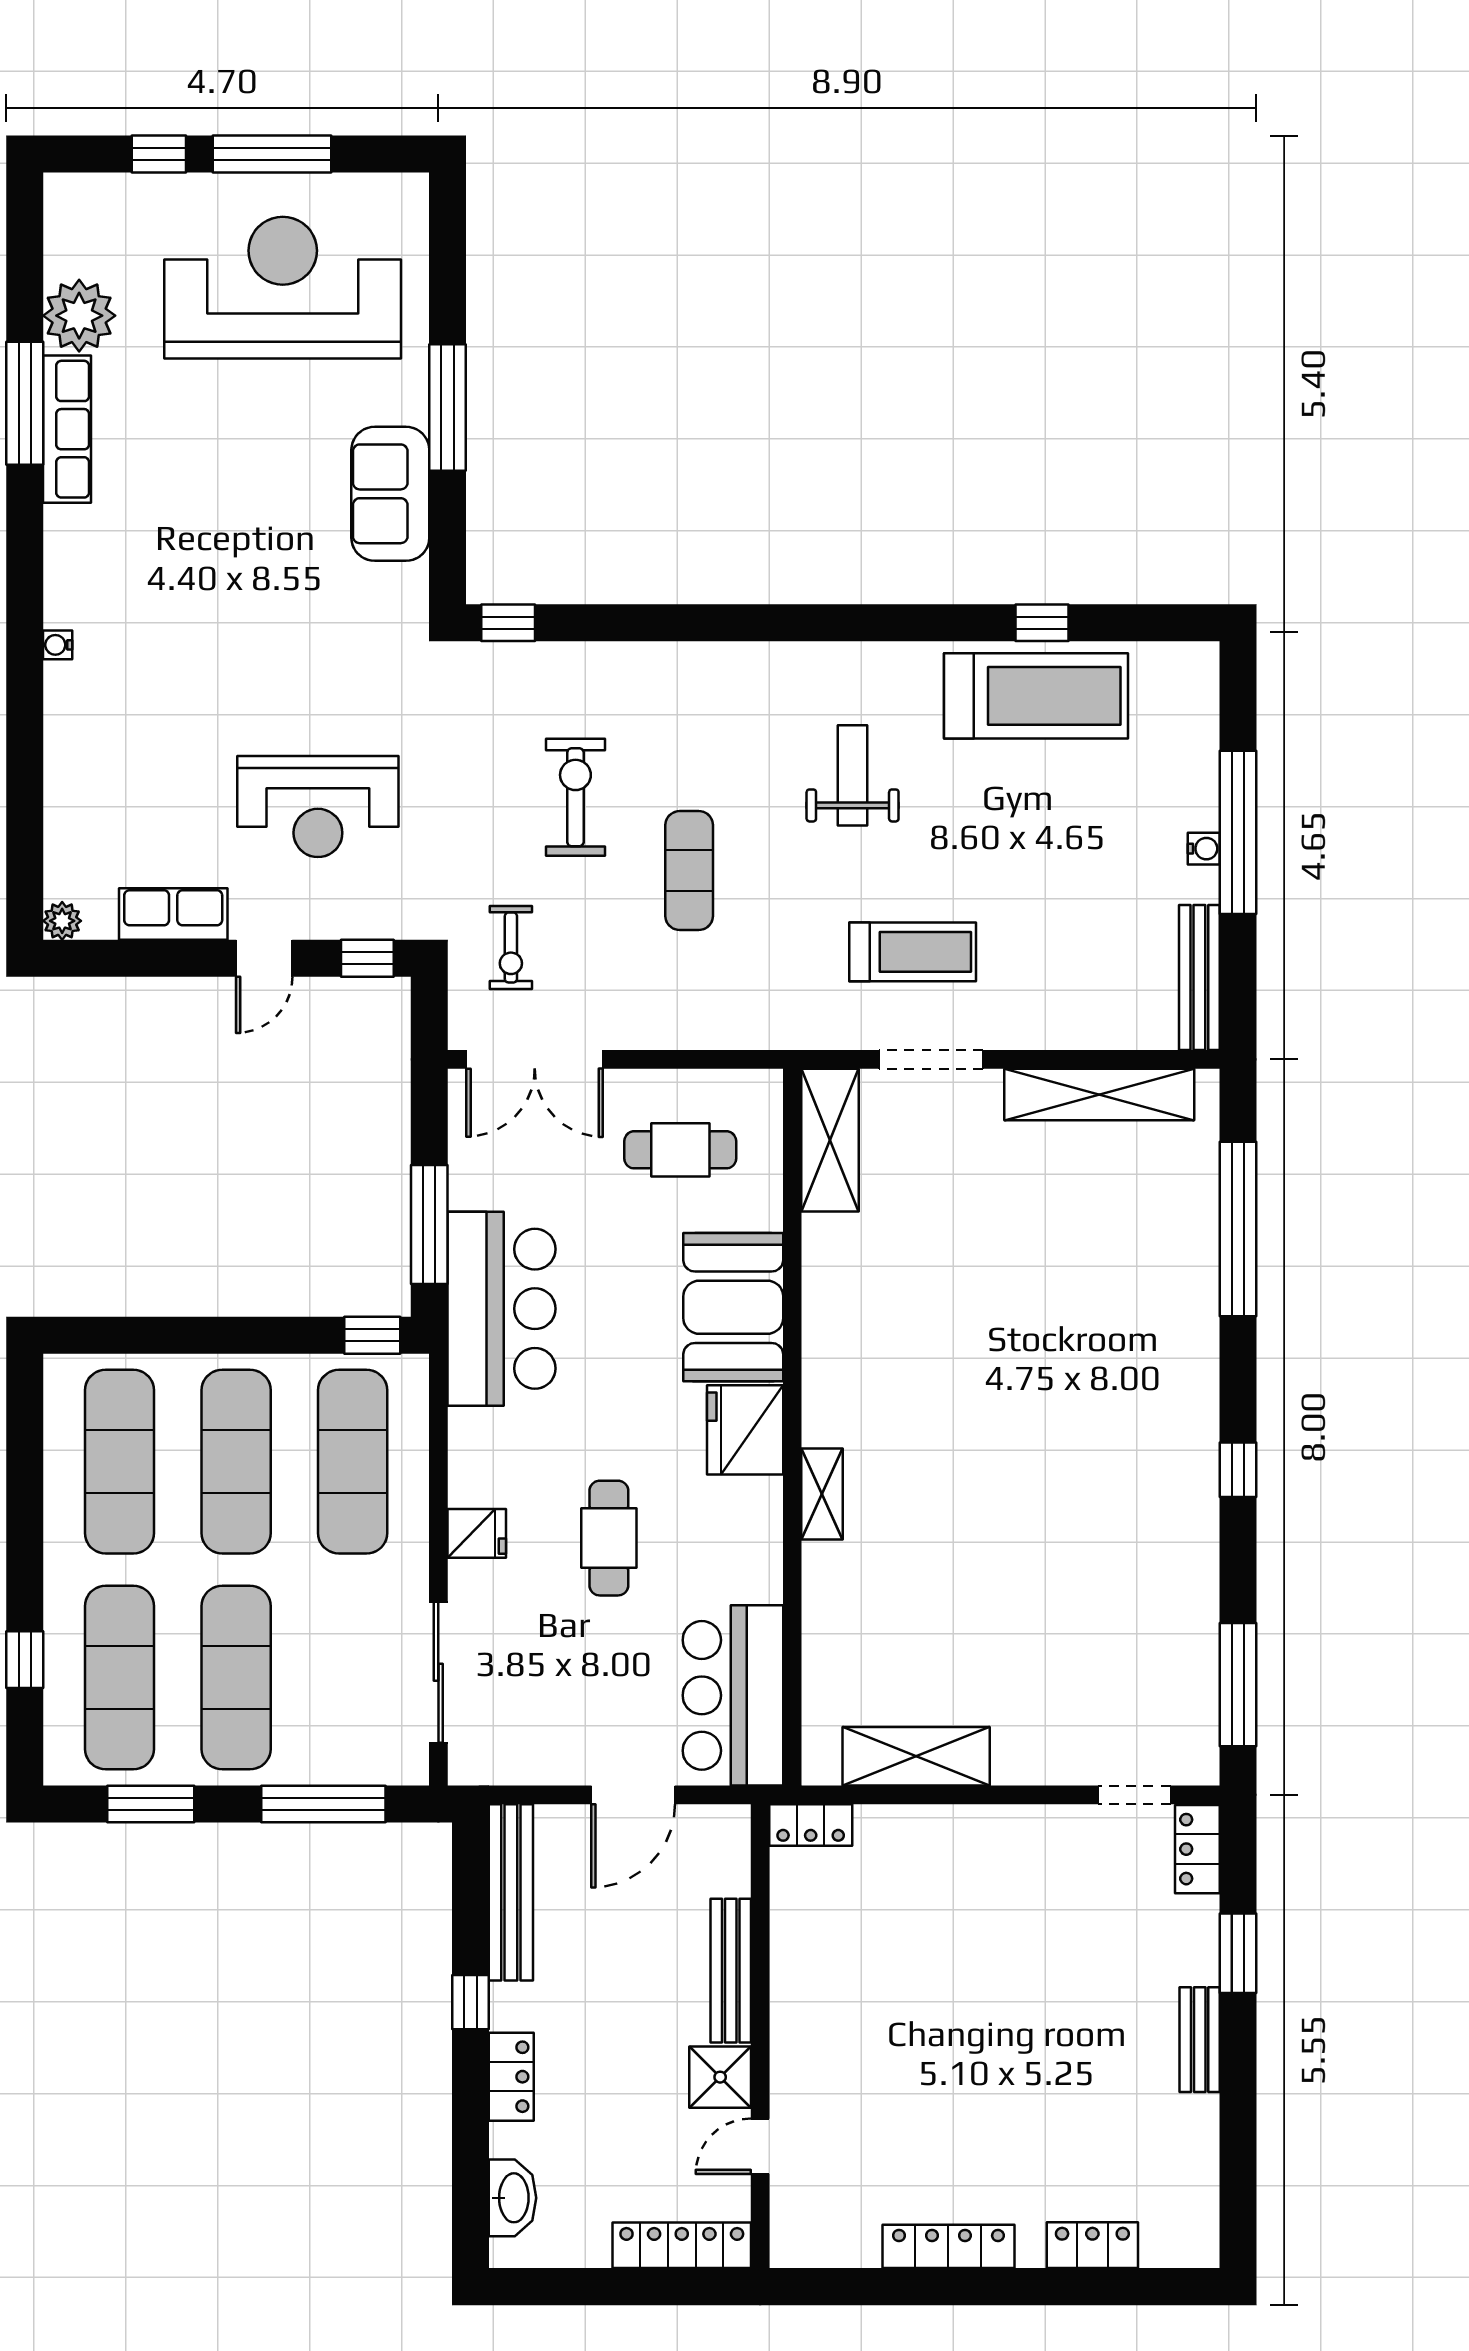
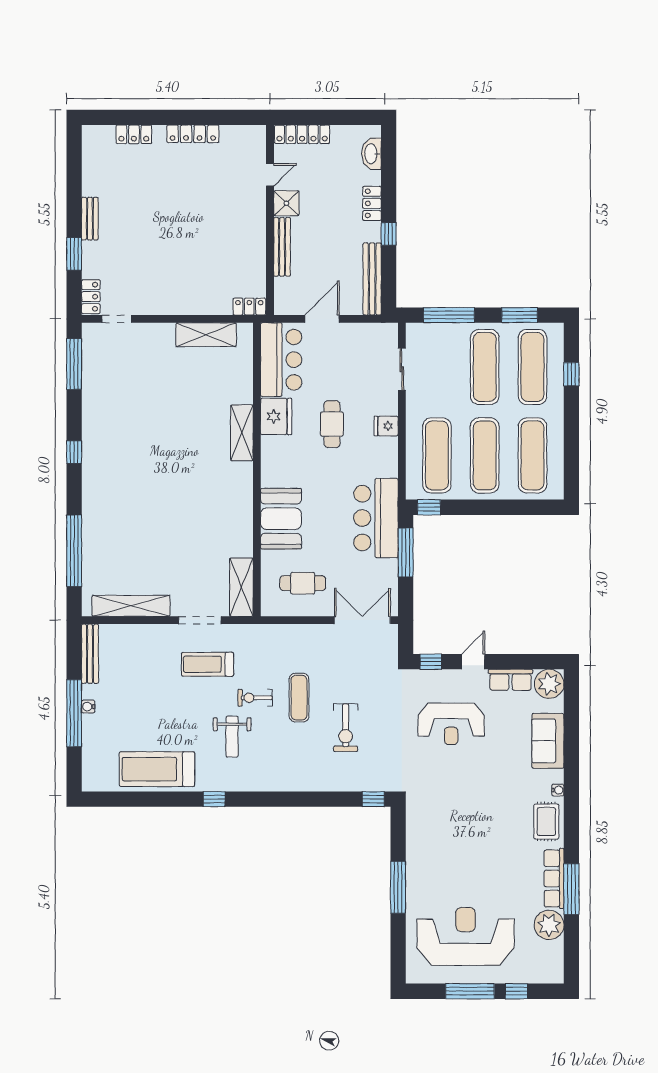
reception desk: (283, 288) -> (466, 936), turned 180
sofa: (390, 494) -> (548, 741), moved, turned 180
rug: (86, 568) -> (546, 822), added
window: (1042, 623) -> (214, 799), moved
reception desk: (318, 807) -> (451, 724), turned 180
plant: (62, 921) -> (549, 684), width x1.88, depth x1.88
exercise bike: (511, 947) -> (255, 698), moved, turned -90
fridge: (745, 1430) -> (276, 416), moved
shelving: (822, 1494) -> (242, 433), width x1.50, depth x1.33
sliding door: (438, 1672) -> (402, 369), width x0.73

